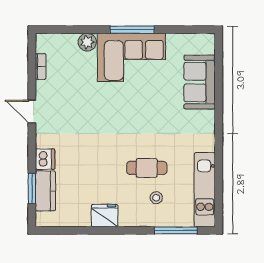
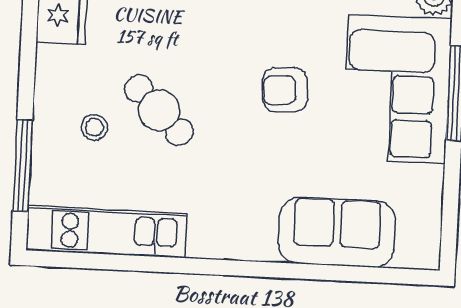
armchair: (134, 110) -> (285, 90), added
cafe table: (147, 168) -> (159, 110), turned -46

